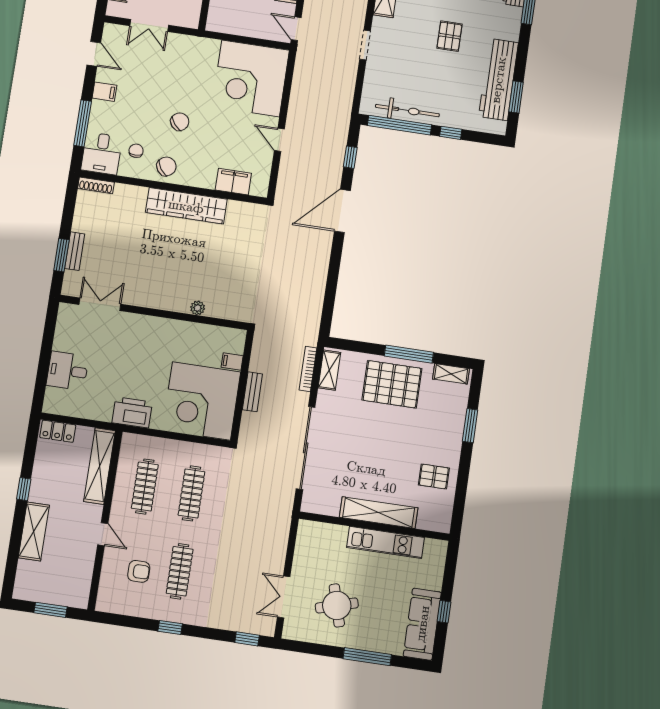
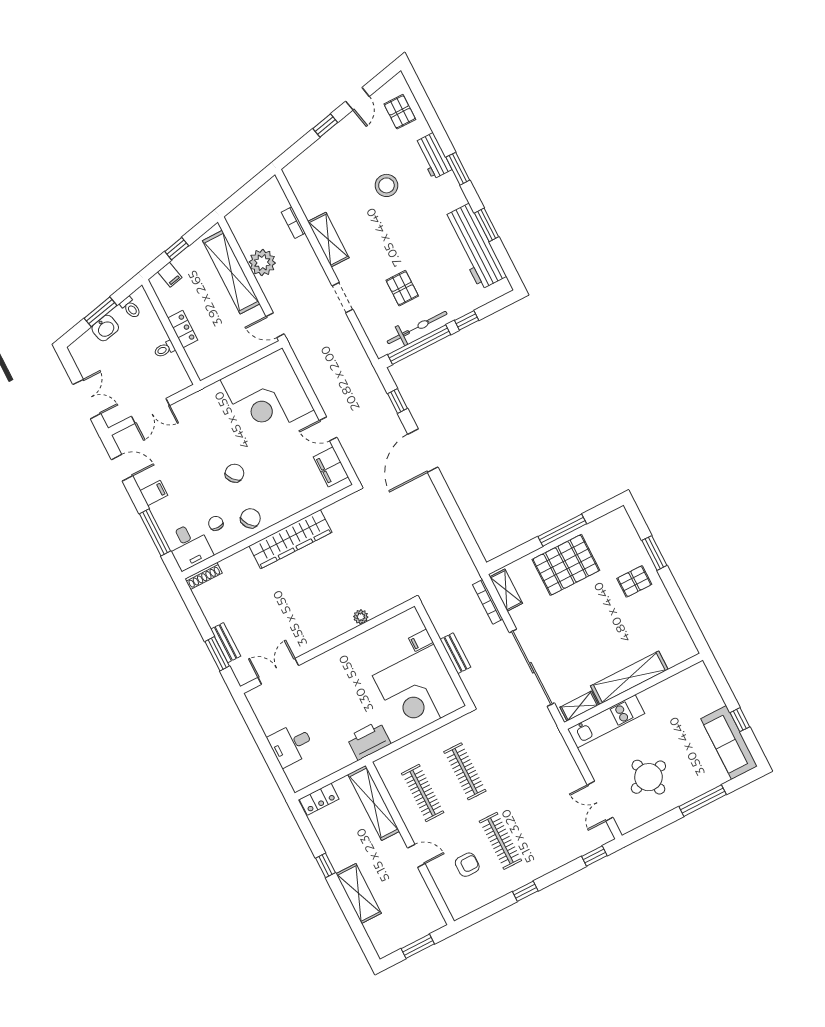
pallet: (450, 36) -> (402, 288), moved
window: (516, 97) -> (487, 225), moved
filing cabinet: (233, 182) -> (331, 467), moved, turned -90
shelving: (451, 374) -> (579, 706), moved
pallet: (434, 477) -> (634, 581), moved
kitchen unit: (385, 542) -> (606, 721), moved

